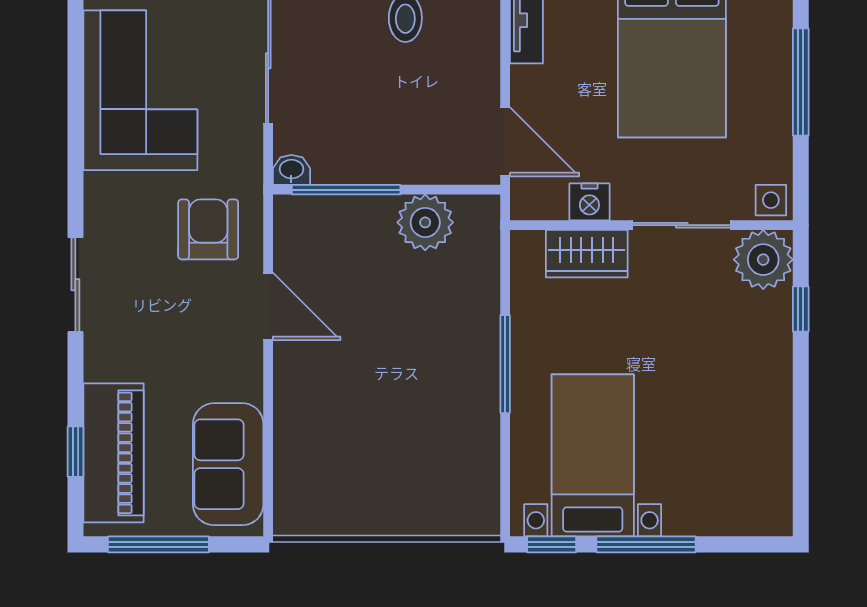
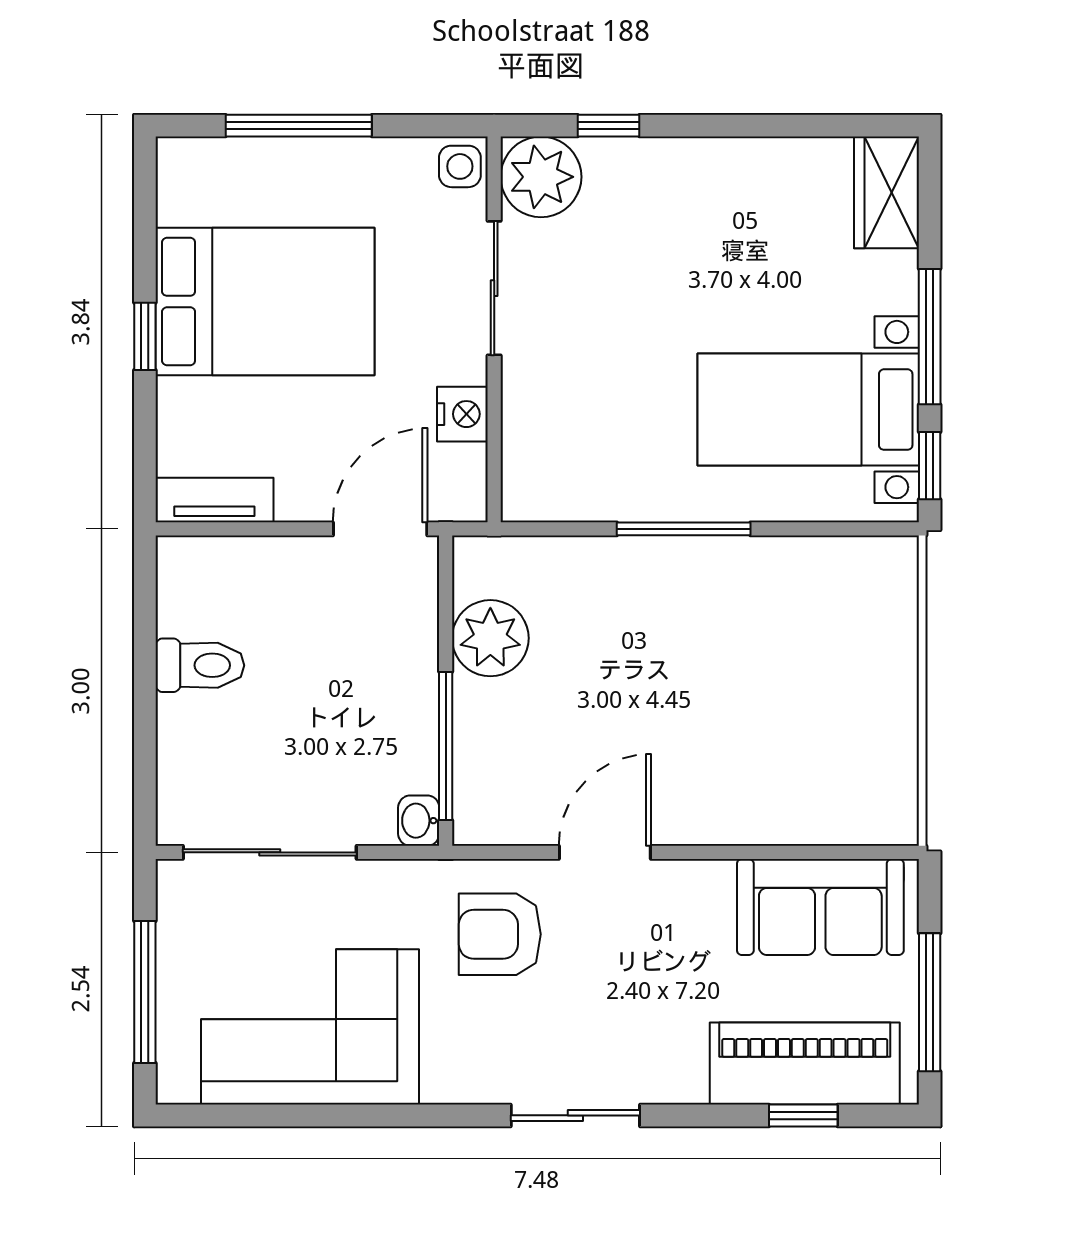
wardrobe: (587, 254) -> (887, 192), moved, turned 180

